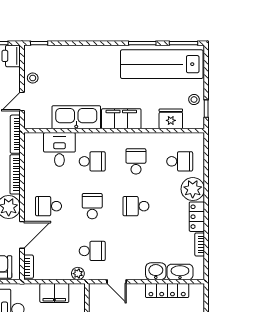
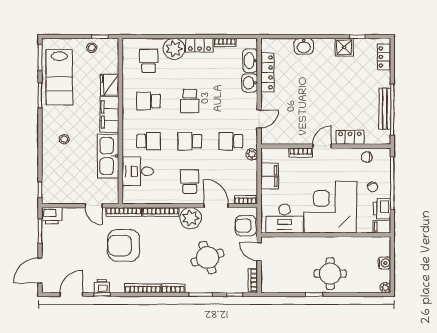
lab bench: (162, 64) -> (59, 77), width x0.73
stool: (33, 78) -> (64, 139), moved
fridge: (171, 119) -> (110, 85), moved
school desk: (92, 161) -> (149, 141), turned 90
school desk: (48, 206) -> (190, 181), turned 180
school desk: (92, 251) -> (231, 141), turned -90

